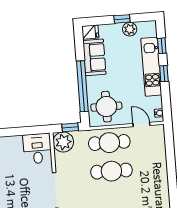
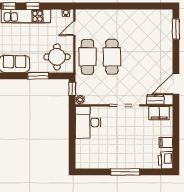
window: (82, 86) -> (38, 76), width x0.47
plant: (63, 142) -> (80, 100), width x0.53, depth x0.53
desk: (37, 149) -> (88, 122), width x1.37

